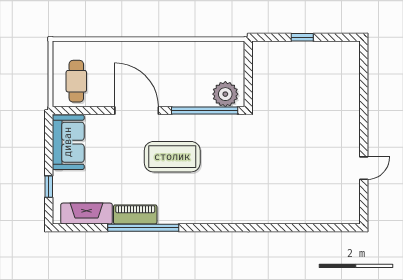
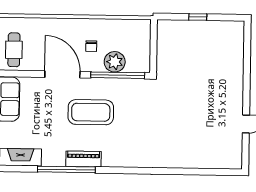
chair: (172, 75) -> (91, 46), added
plant: (225, 94) -> (115, 62), moved
piano: (135, 214) -> (83, 159), moved

